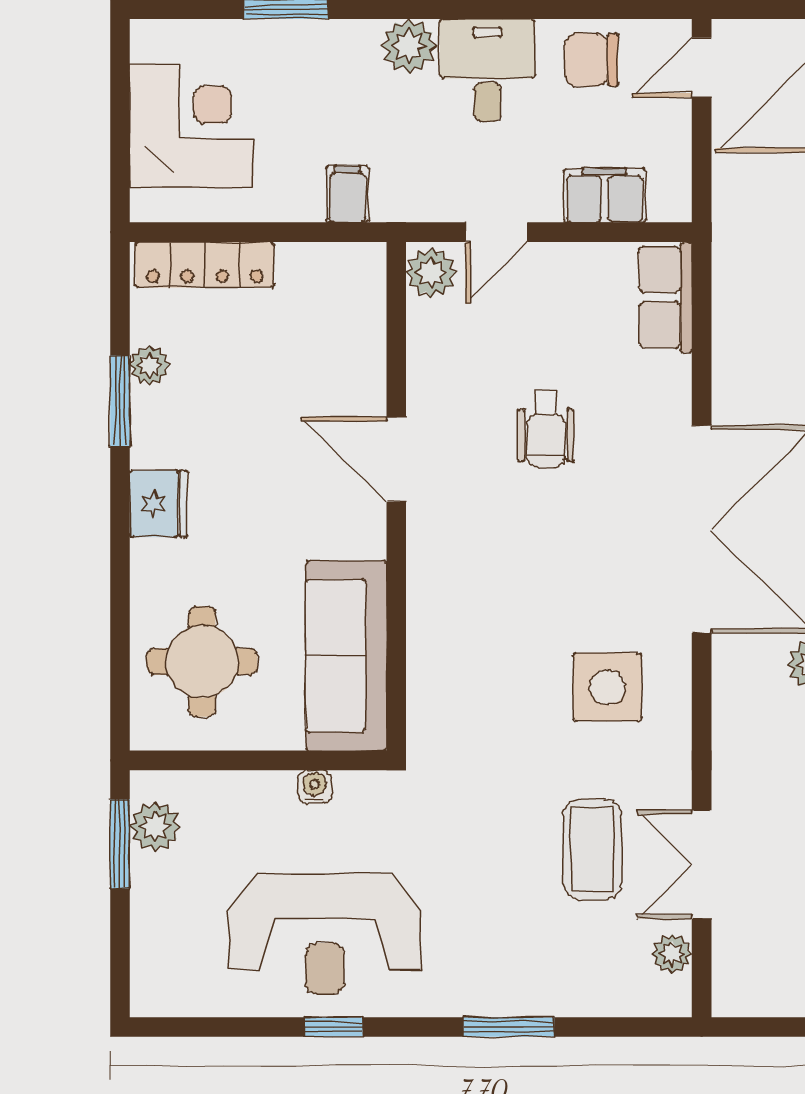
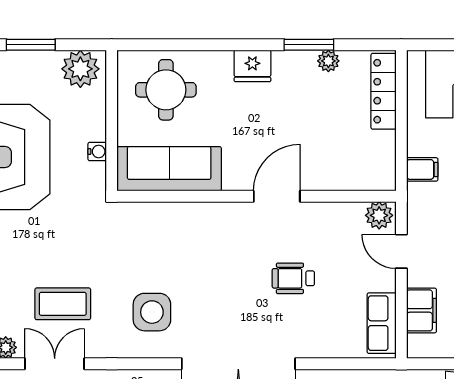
row of seats: (666, 297) -> (382, 323), moved, turned -90
plant: (155, 827) -> (80, 69), width x1.36, depth x1.36
window: (120, 844) -> (31, 45), moved

